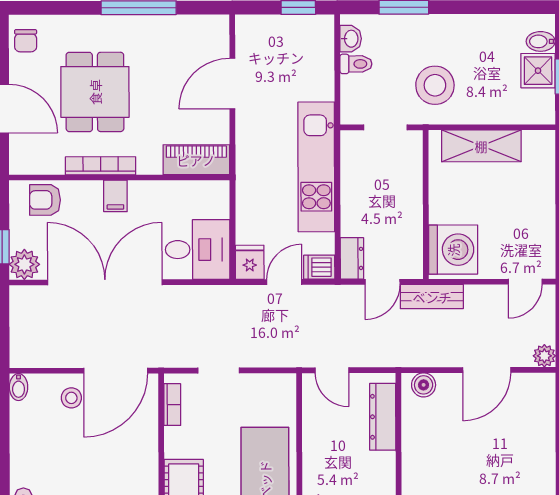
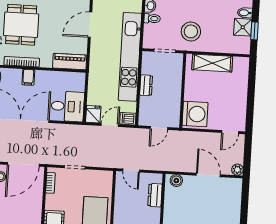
kitchen unit: (316, 167) -> (130, 57), width x1.36
dresser: (352, 258) -> (146, 85), moved
bench: (432, 297) -> (183, 137), removed
door: (487, 370) -> (208, 175), swing flipped
dresser: (383, 417) -> (155, 195), width x0.70

